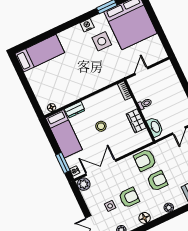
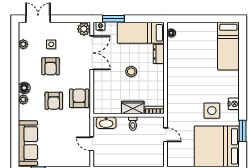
wardrobe: (136, 121) -> (133, 107), moved
floor lamp: (145, 218) -> (24, 88), moved

